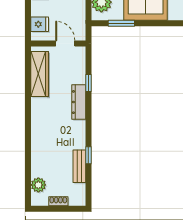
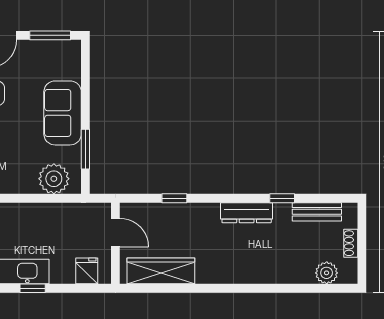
door: (65, 43) -> (115, 233), swing flipped
dresser: (79, 102) -> (247, 213), moved
bench: (79, 166) -> (317, 212), moved

